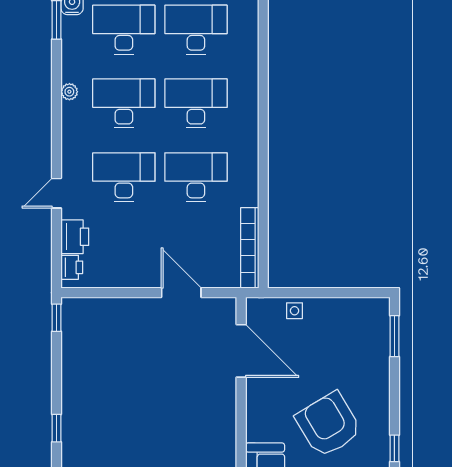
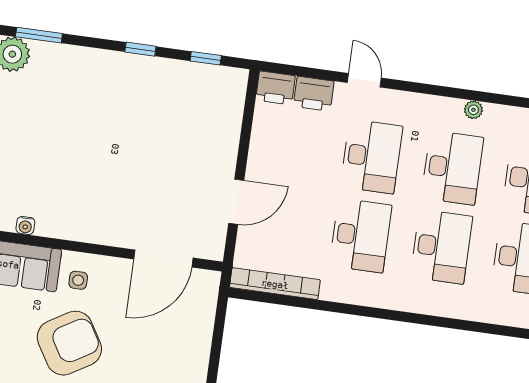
printer: (72, 267) -> (276, 88), width x1.36, depth x1.24
side table: (294, 311) -> (78, 280), moved
window: (57, 318) -> (206, 58), moved
window: (57, 428) -> (140, 49), moved

